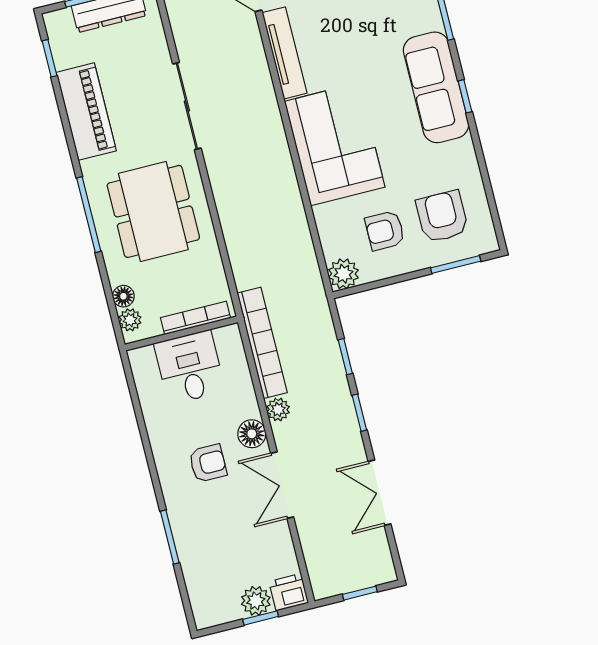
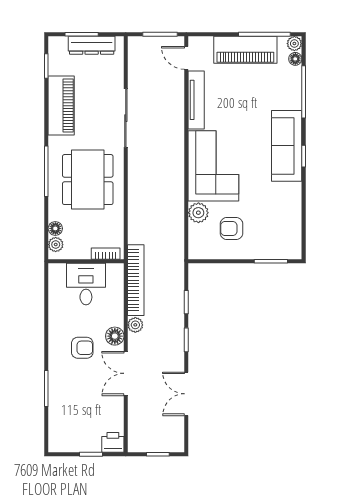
armchair: (442, 216) -> (270, 229), removed
plant: (343, 274) -> (198, 213), moved
bookcase: (196, 318) -> (106, 254), width x0.64
plant: (256, 601) -> (91, 443), removed

